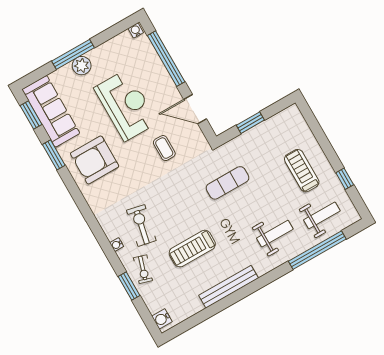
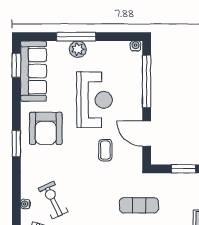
window: (54, 155) -> (16, 144), moved
armchair: (95, 160) -> (46, 128), turned -90
exercise bike: (141, 225) -> (53, 200), turned -37

